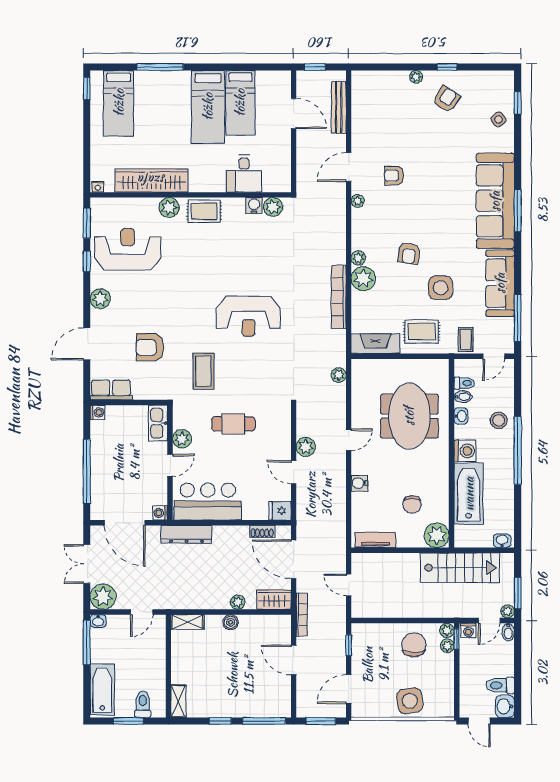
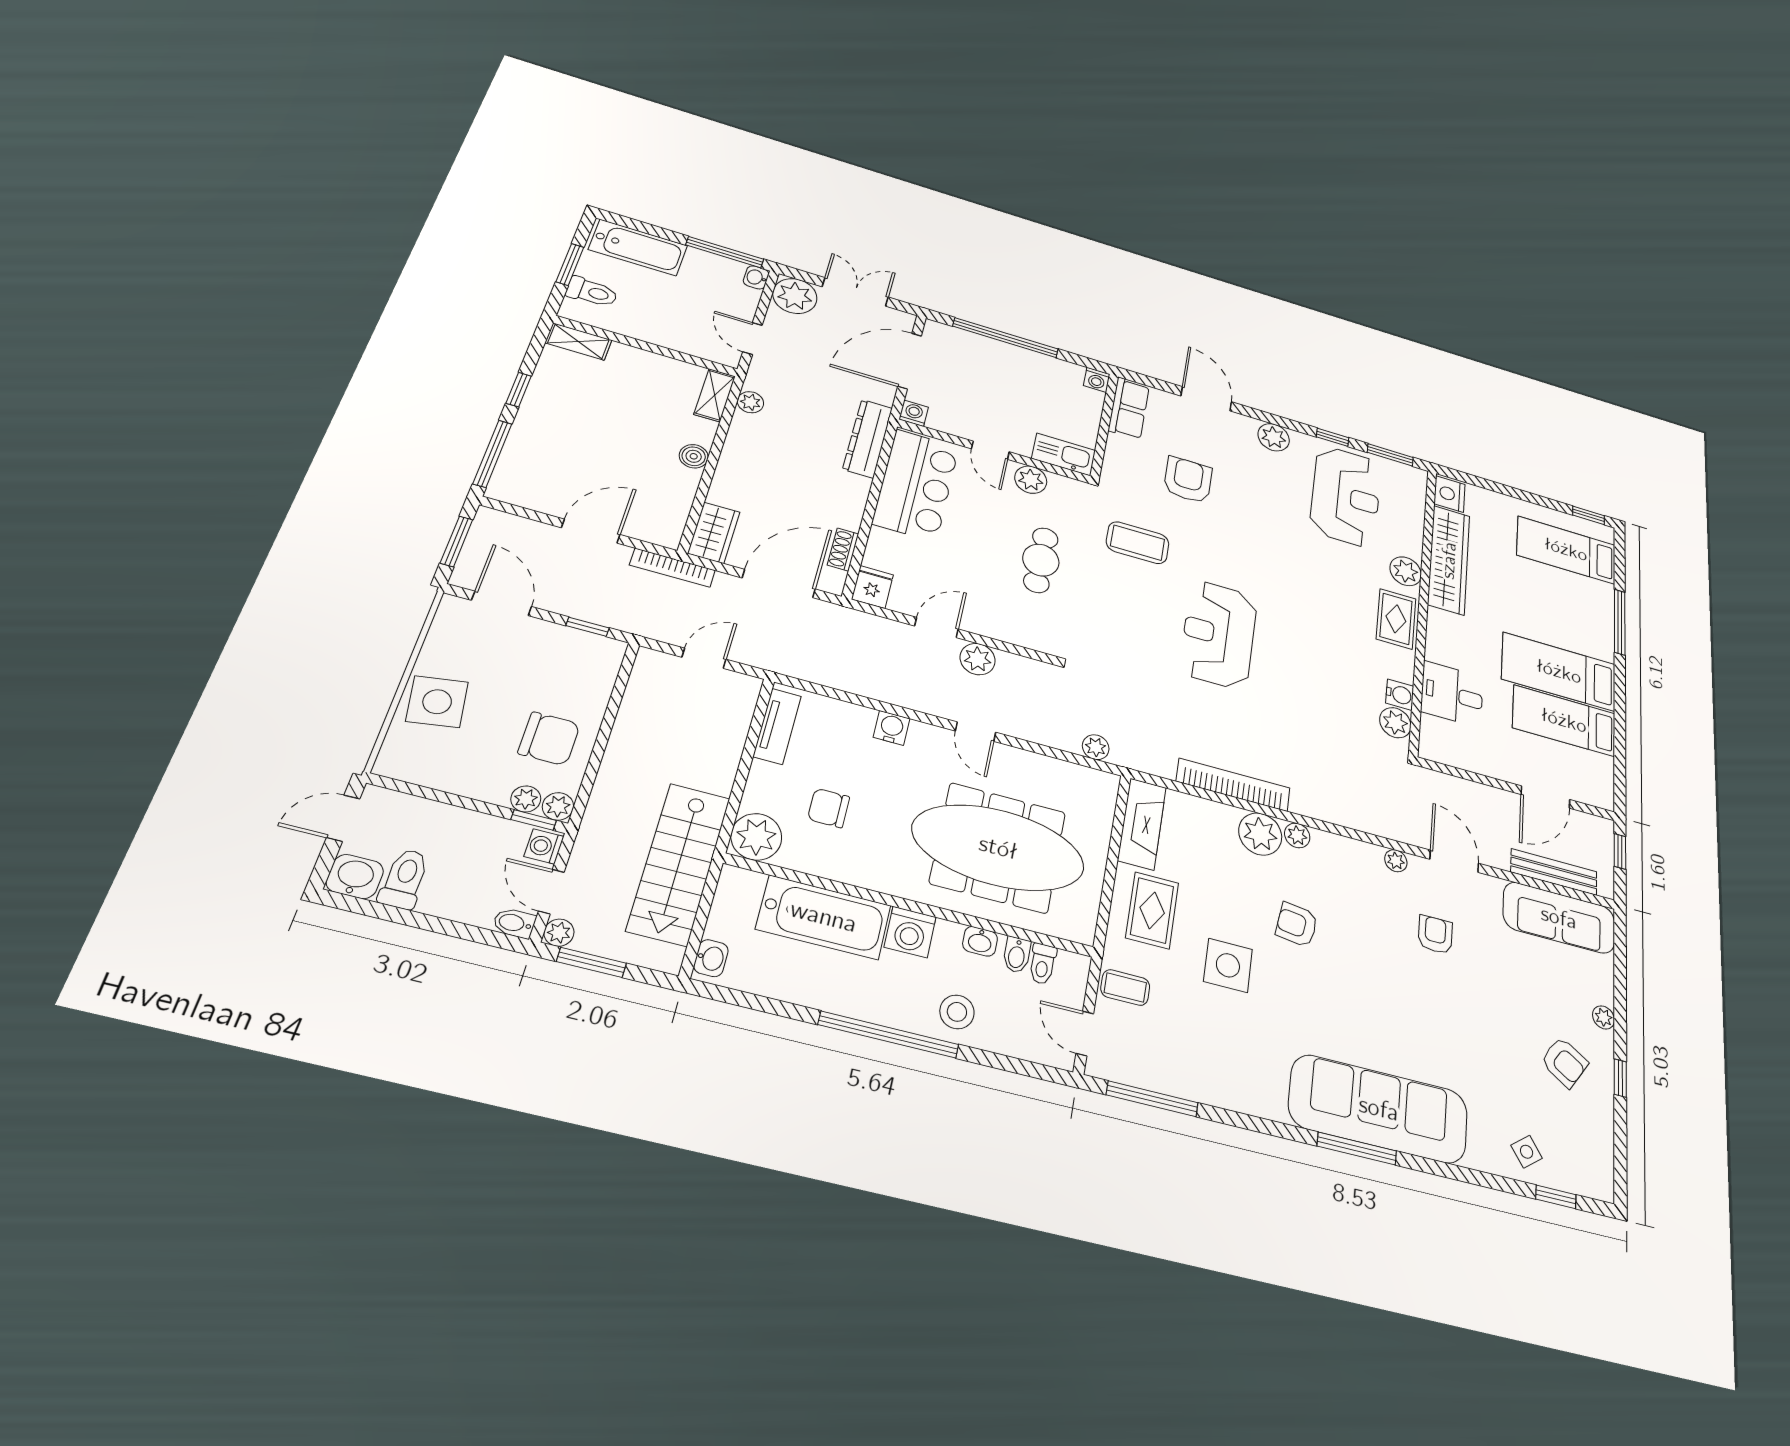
nightstand: (98, 187) -> (1449, 494), width x1.89, depth x1.79
sofa: (500, 283) -> (1559, 918), moved, turned 180
meeting table: (409, 416) -> (998, 848), width x1.36
plant: (238, 602) -> (750, 402), moved

